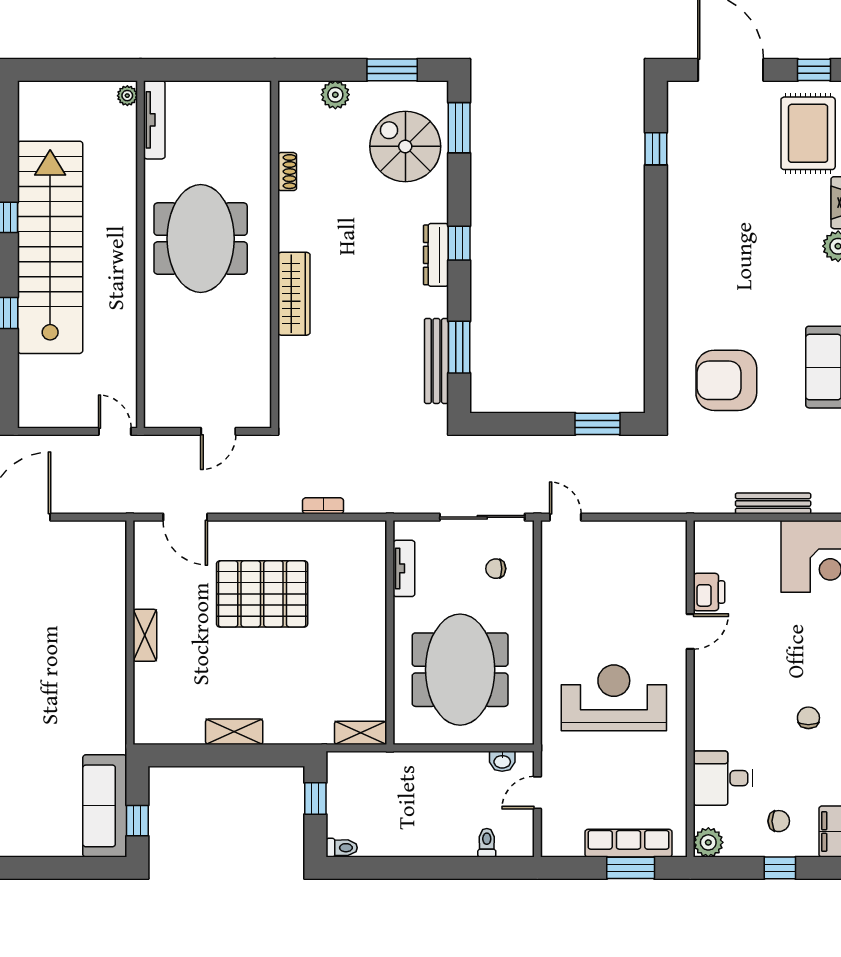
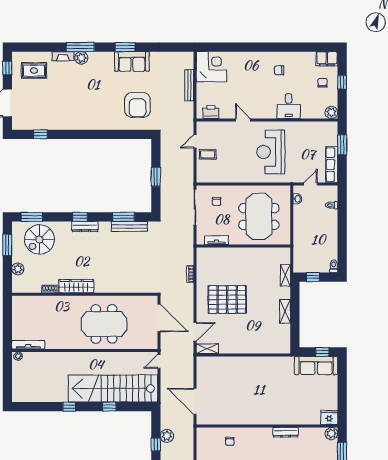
rug: (808, 133) -> (34, 70), width x0.73, depth x0.70
meeting table: (201, 239) -> (104, 324), moved
stairs: (50, 247) -> (113, 388), moved
wardrobe: (294, 294) -> (76, 286), moved
window: (598, 424) -> (156, 177), moved
door: (218, 431) -> (159, 318), width x1.87
door: (565, 517) -> (195, 141), moved
coffee table: (608, 548) -> (208, 154), added
printer: (709, 592) -> (211, 112), moved
pallet: (262, 594) -> (227, 300), turned 90
shelving: (145, 635) -> (207, 349), moved
meeting table: (460, 670) -> (259, 216), turned 90
shelving: (361, 733) -> (285, 275), moved
desk: (723, 778) -> (289, 106), moved
door: (537, 793) -> (311, 184), swing flipped
row of seats: (628, 843) -> (332, 164), moved

